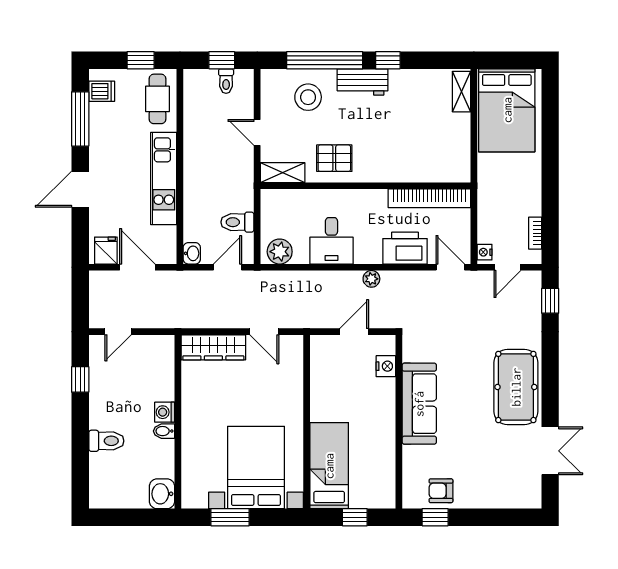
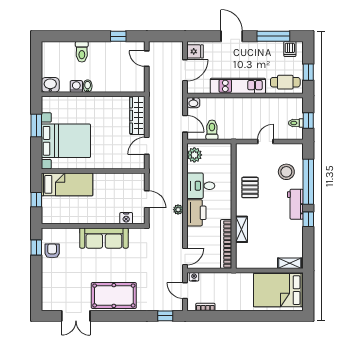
shelving: (283, 173) -> (241, 229), moved
printer: (405, 248) -> (196, 213), moved
washing machine: (165, 412) -> (76, 86), moved

